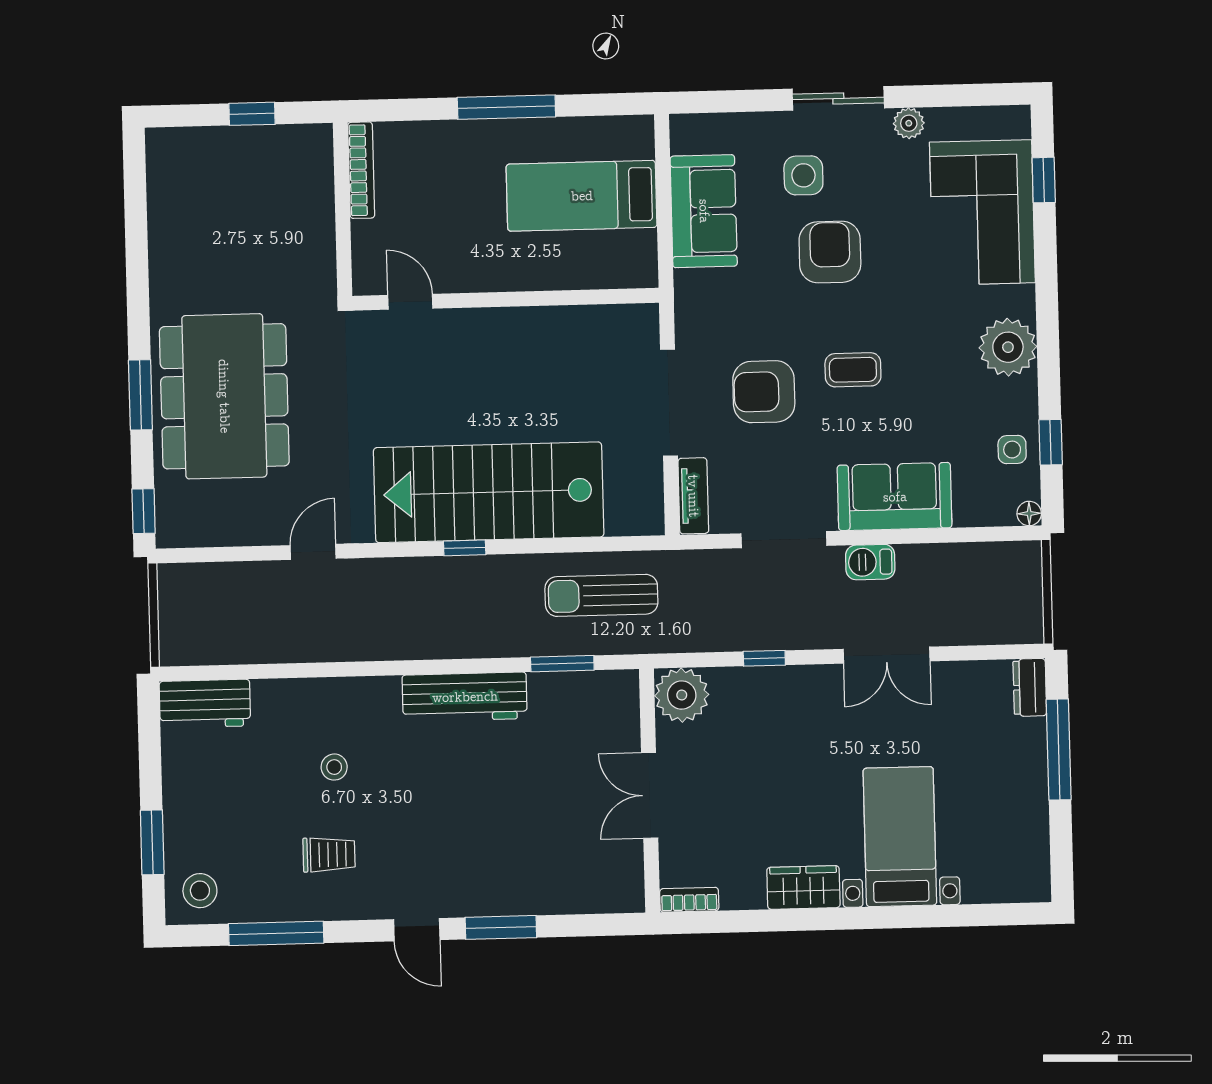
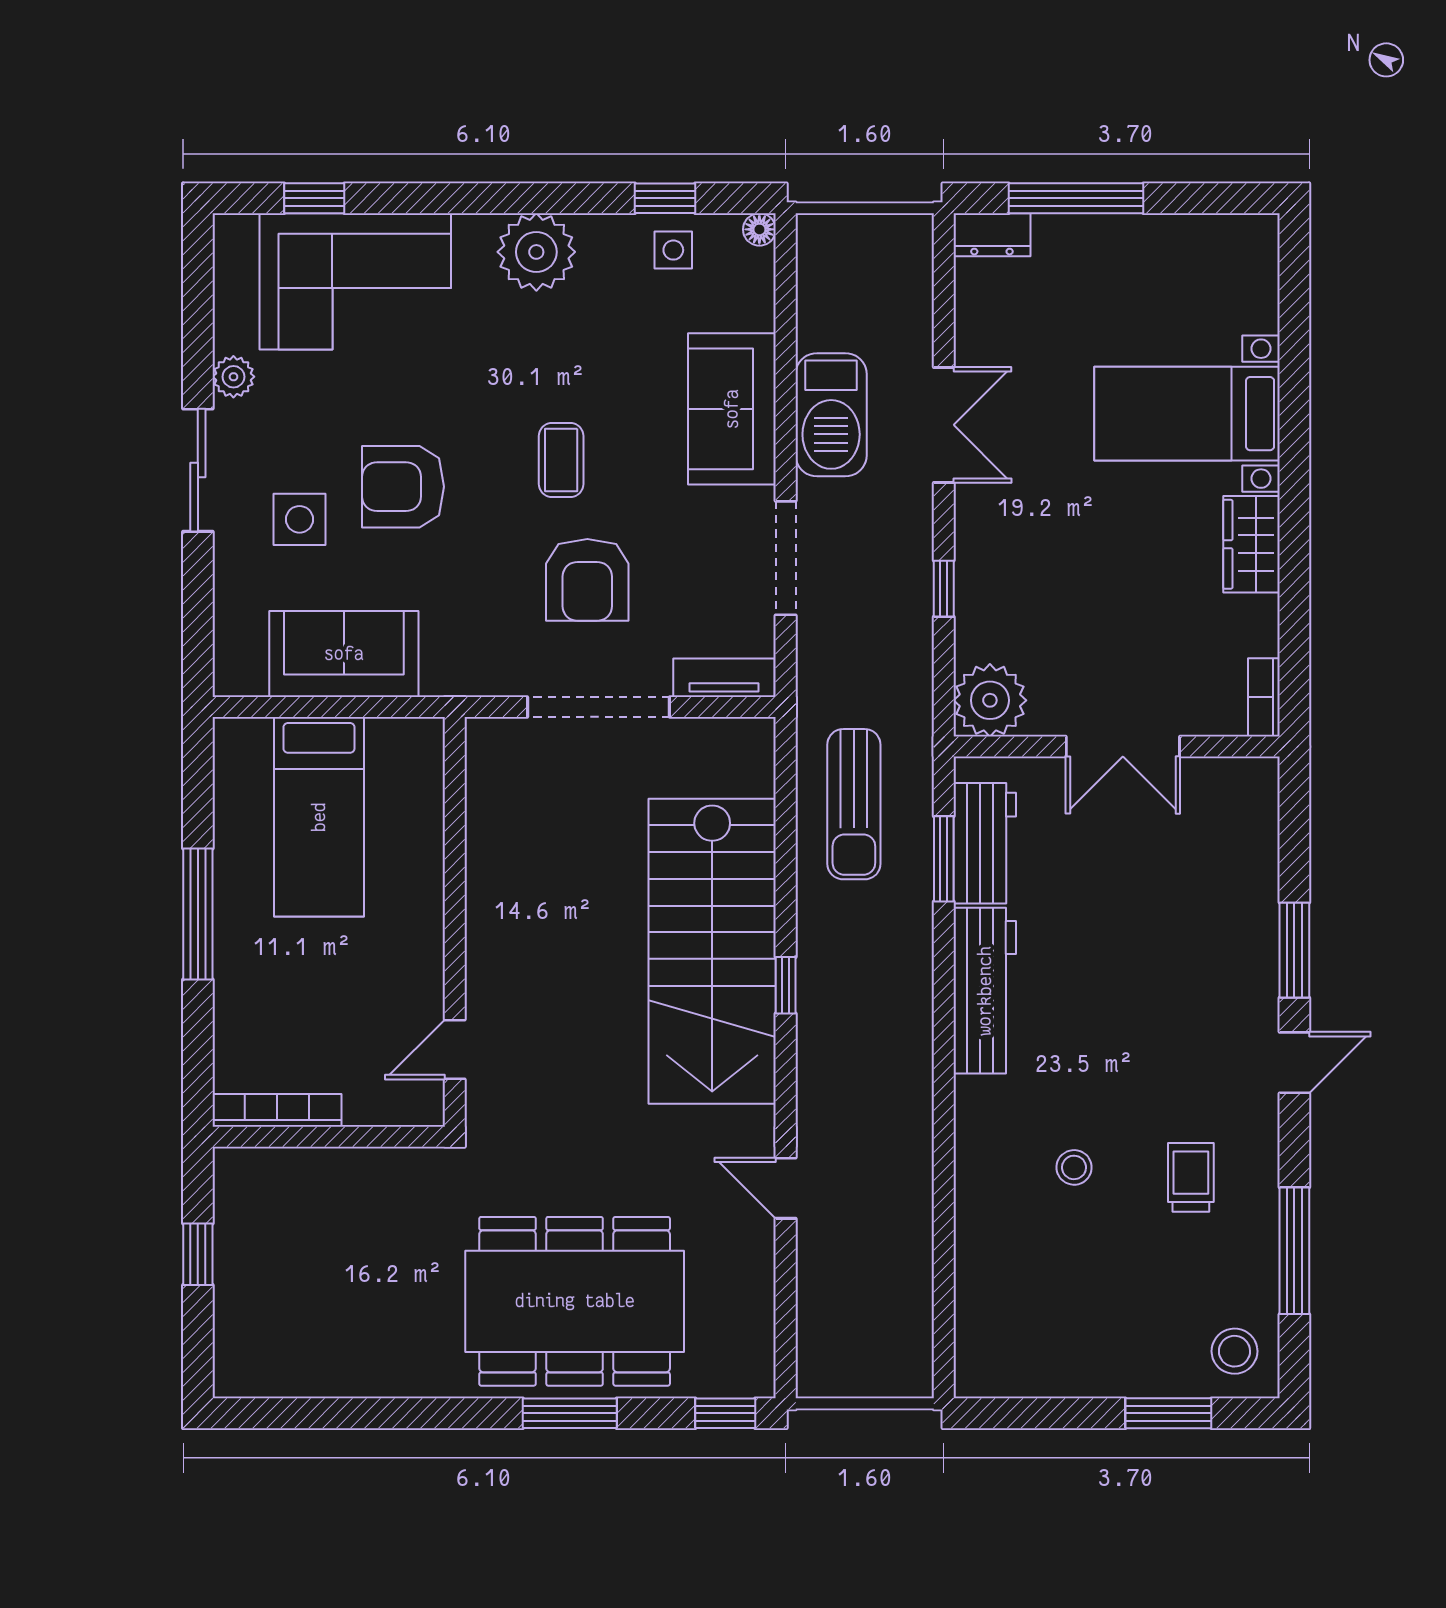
barbecue: (870, 562) -> (831, 415), width x1.88, depth x1.53
workbench: (205, 704) -> (985, 843), moved

